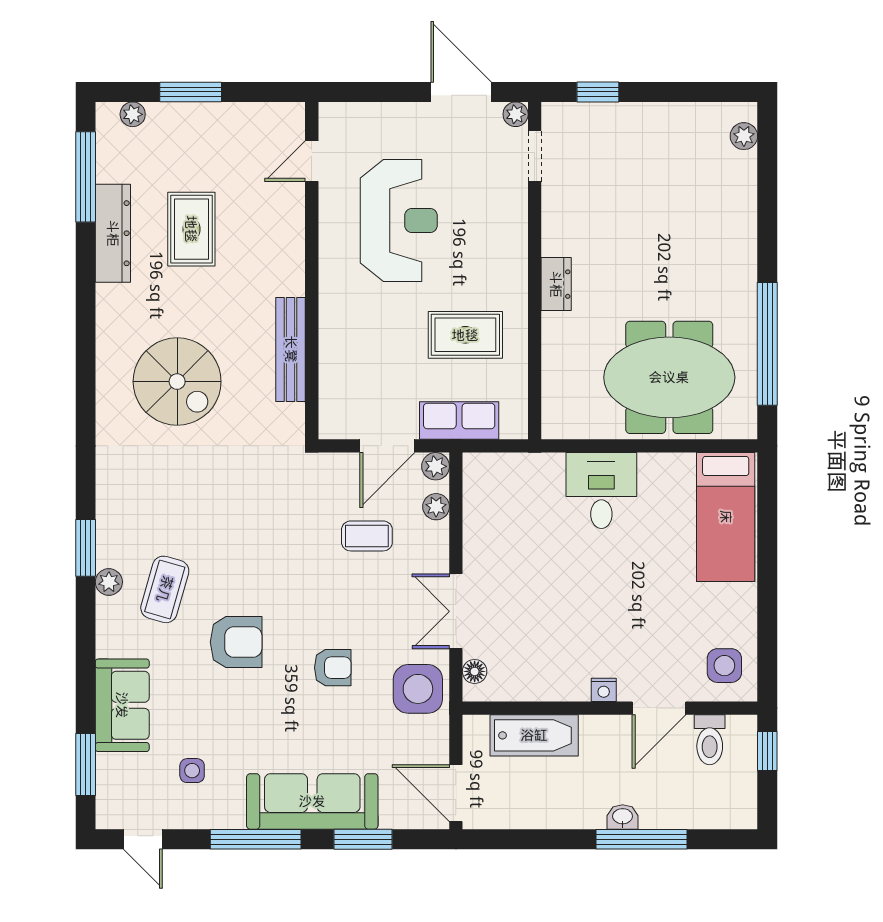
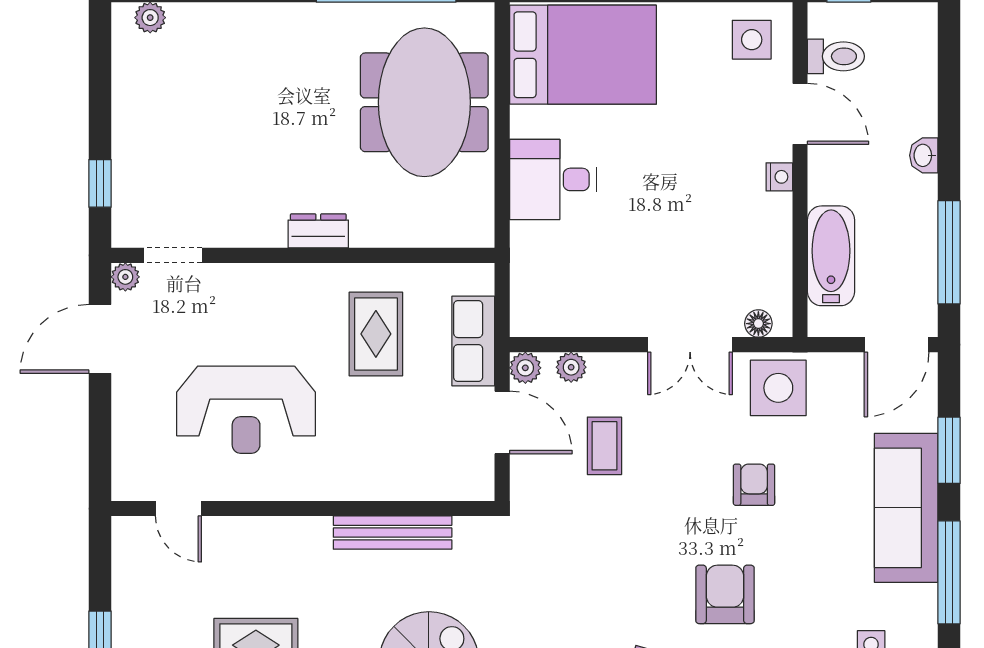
reception desk: (399, 220) -> (246, 410), turned 180
bed: (726, 517) -> (583, 55), width x1.50
window: (641, 839) -> (949, 252), moved

